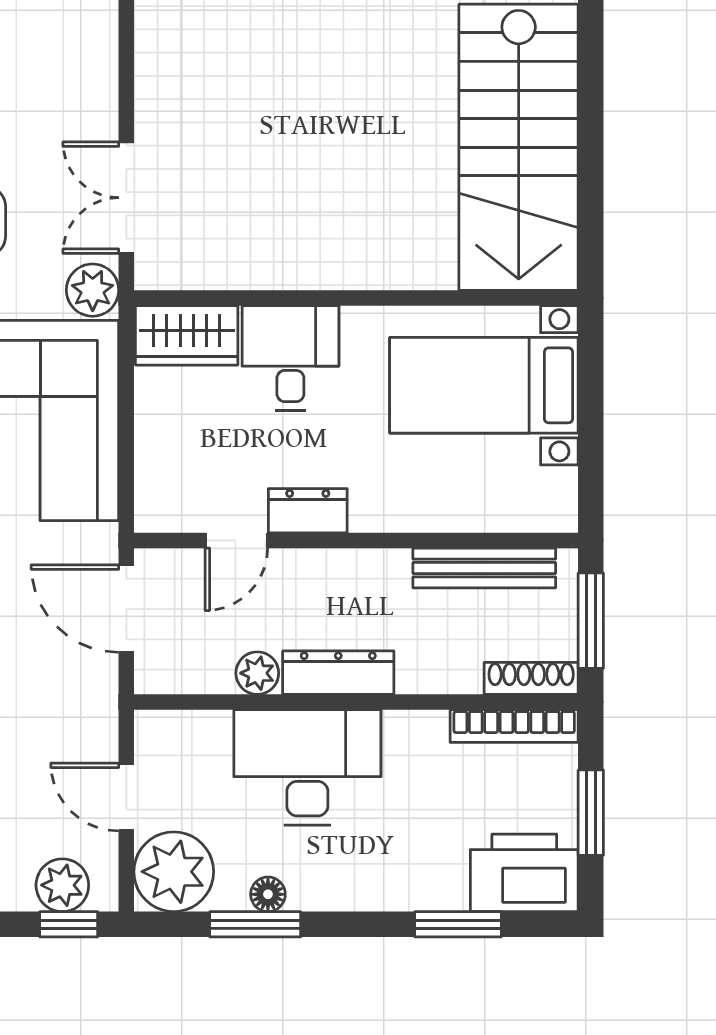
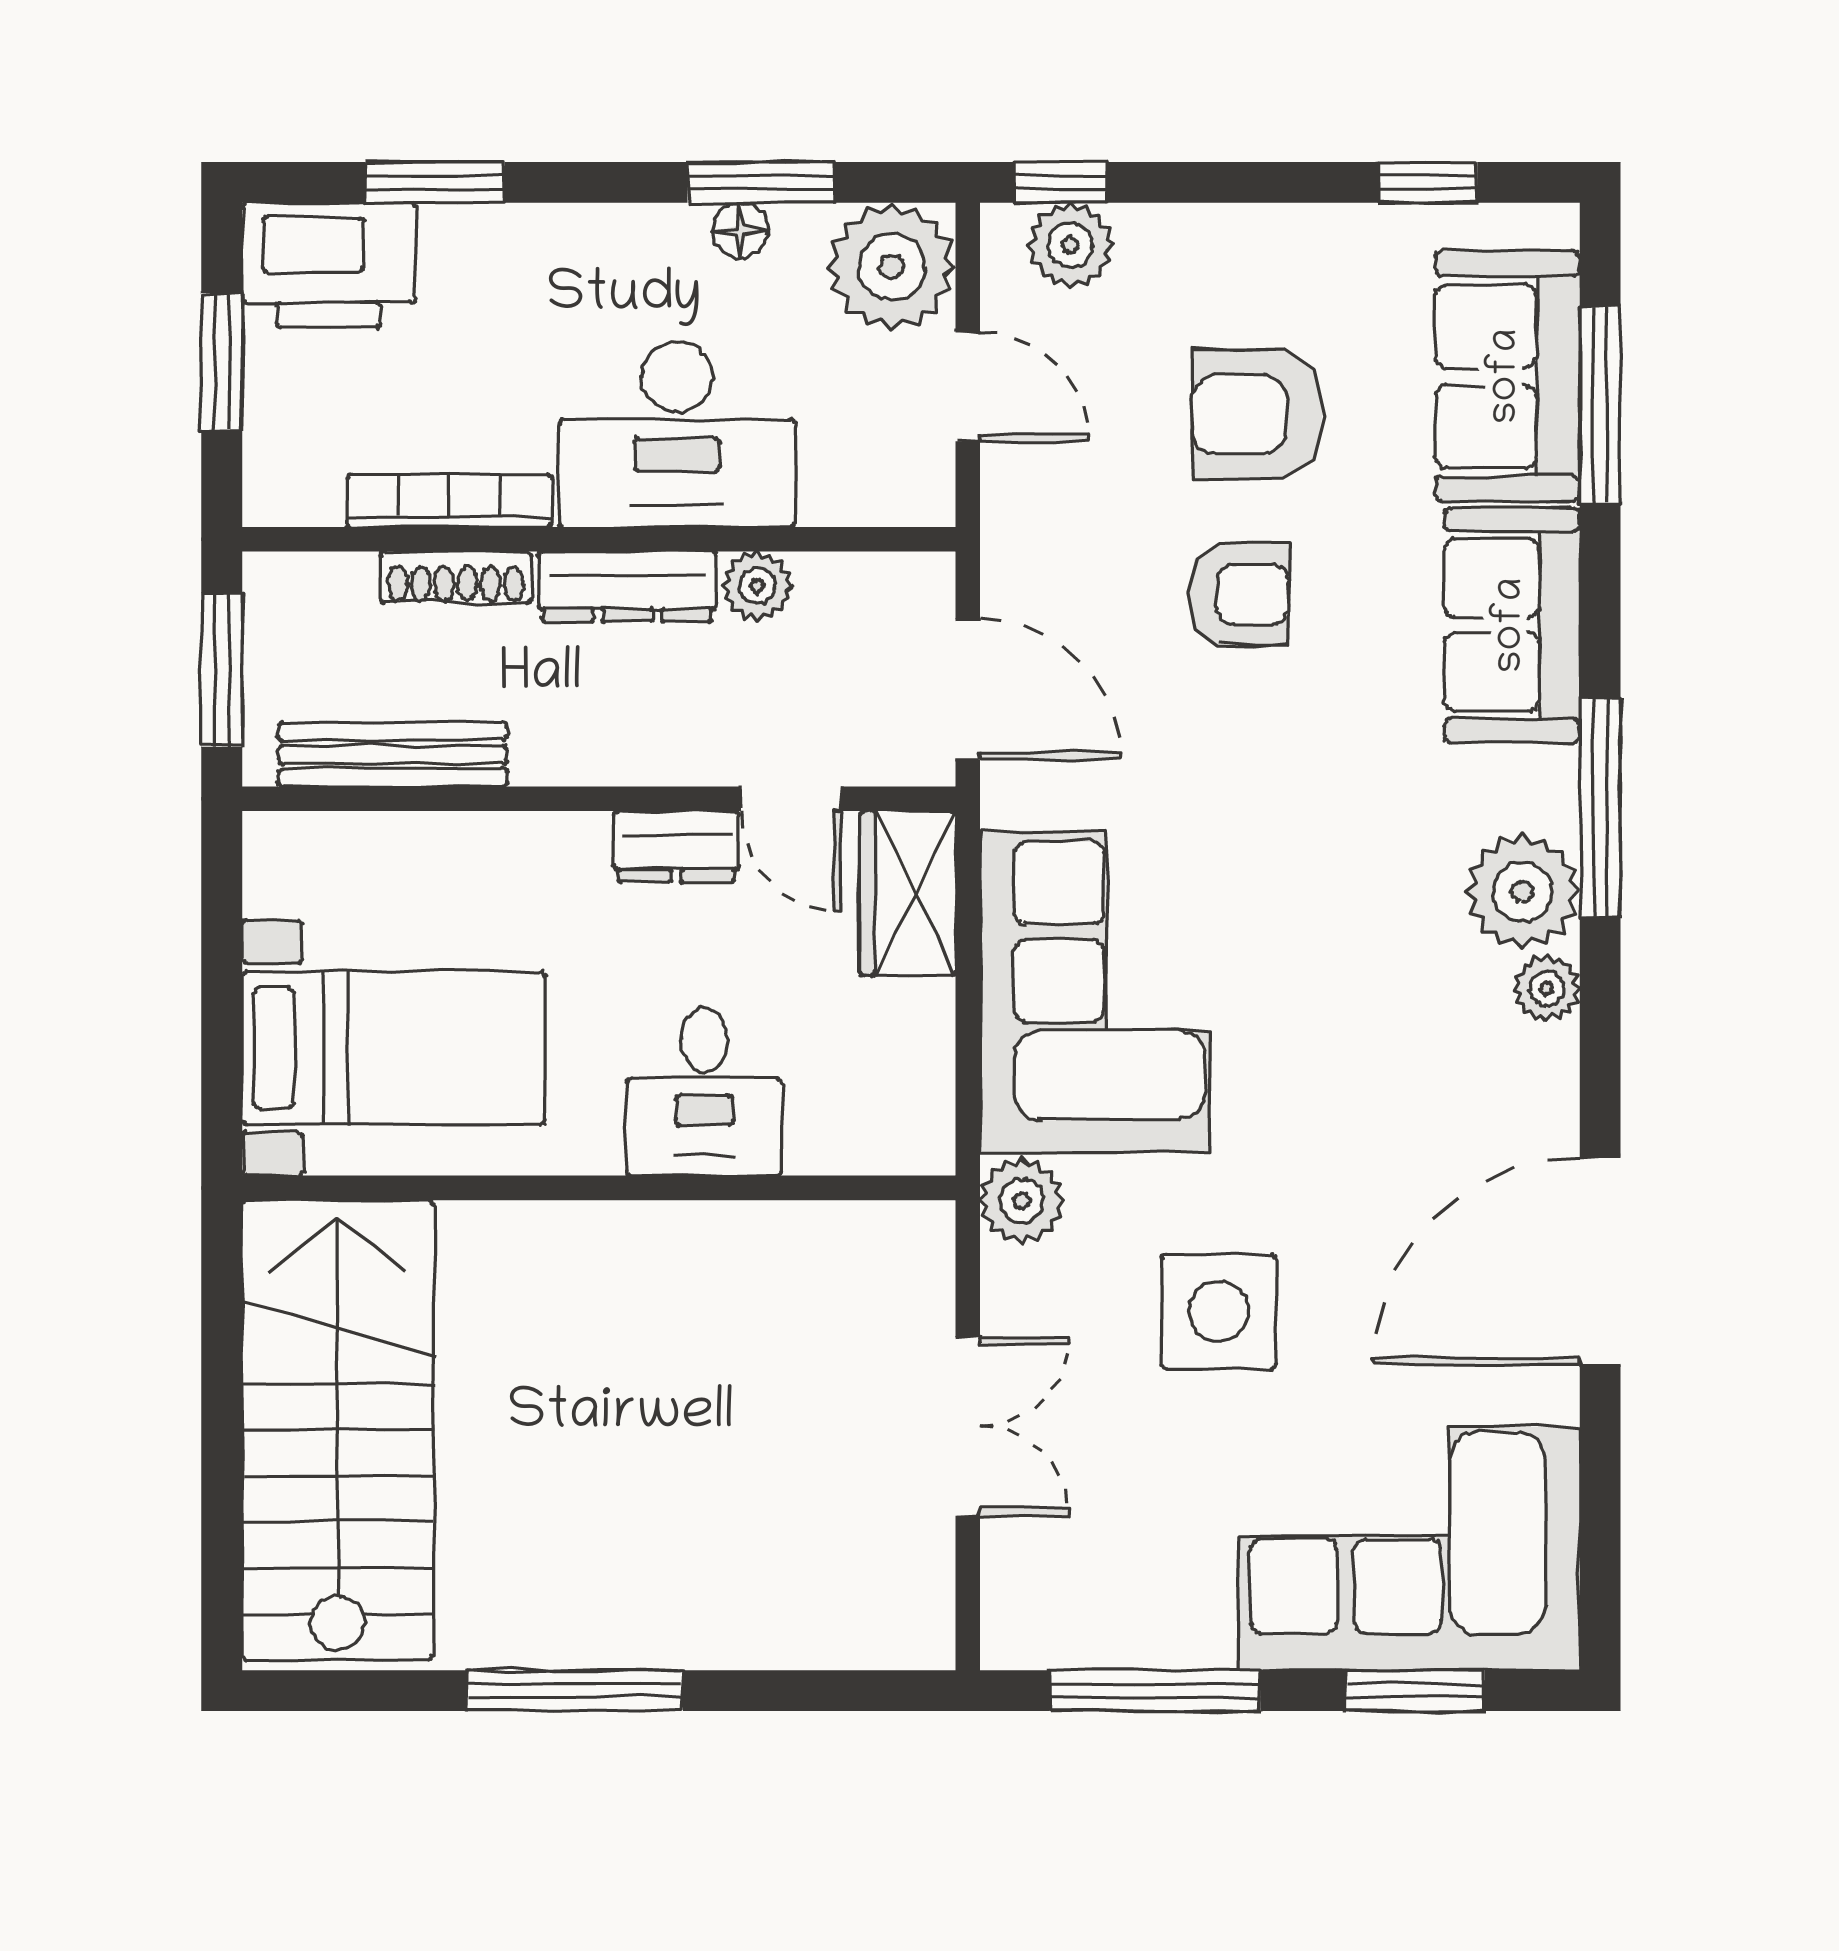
double door: (126, 198) -> (968, 1426), moved
wardrobe: (187, 335) -> (908, 893), moved, turned -90
door: (236, 540) -> (791, 799), swing flipped
shoe rack: (531, 678) -> (456, 577), moved
bookcase: (514, 726) -> (450, 501), moved

